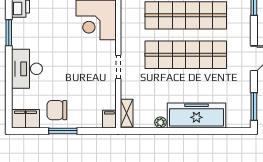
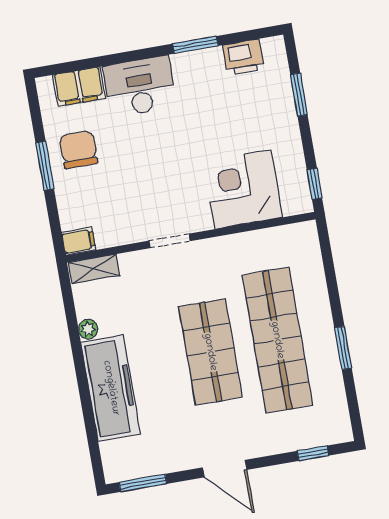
shop shelf: (186, 55) -> (210, 352), width x0.71
filing cabinet: (26, 119) -> (79, 86), moved, turned 90

